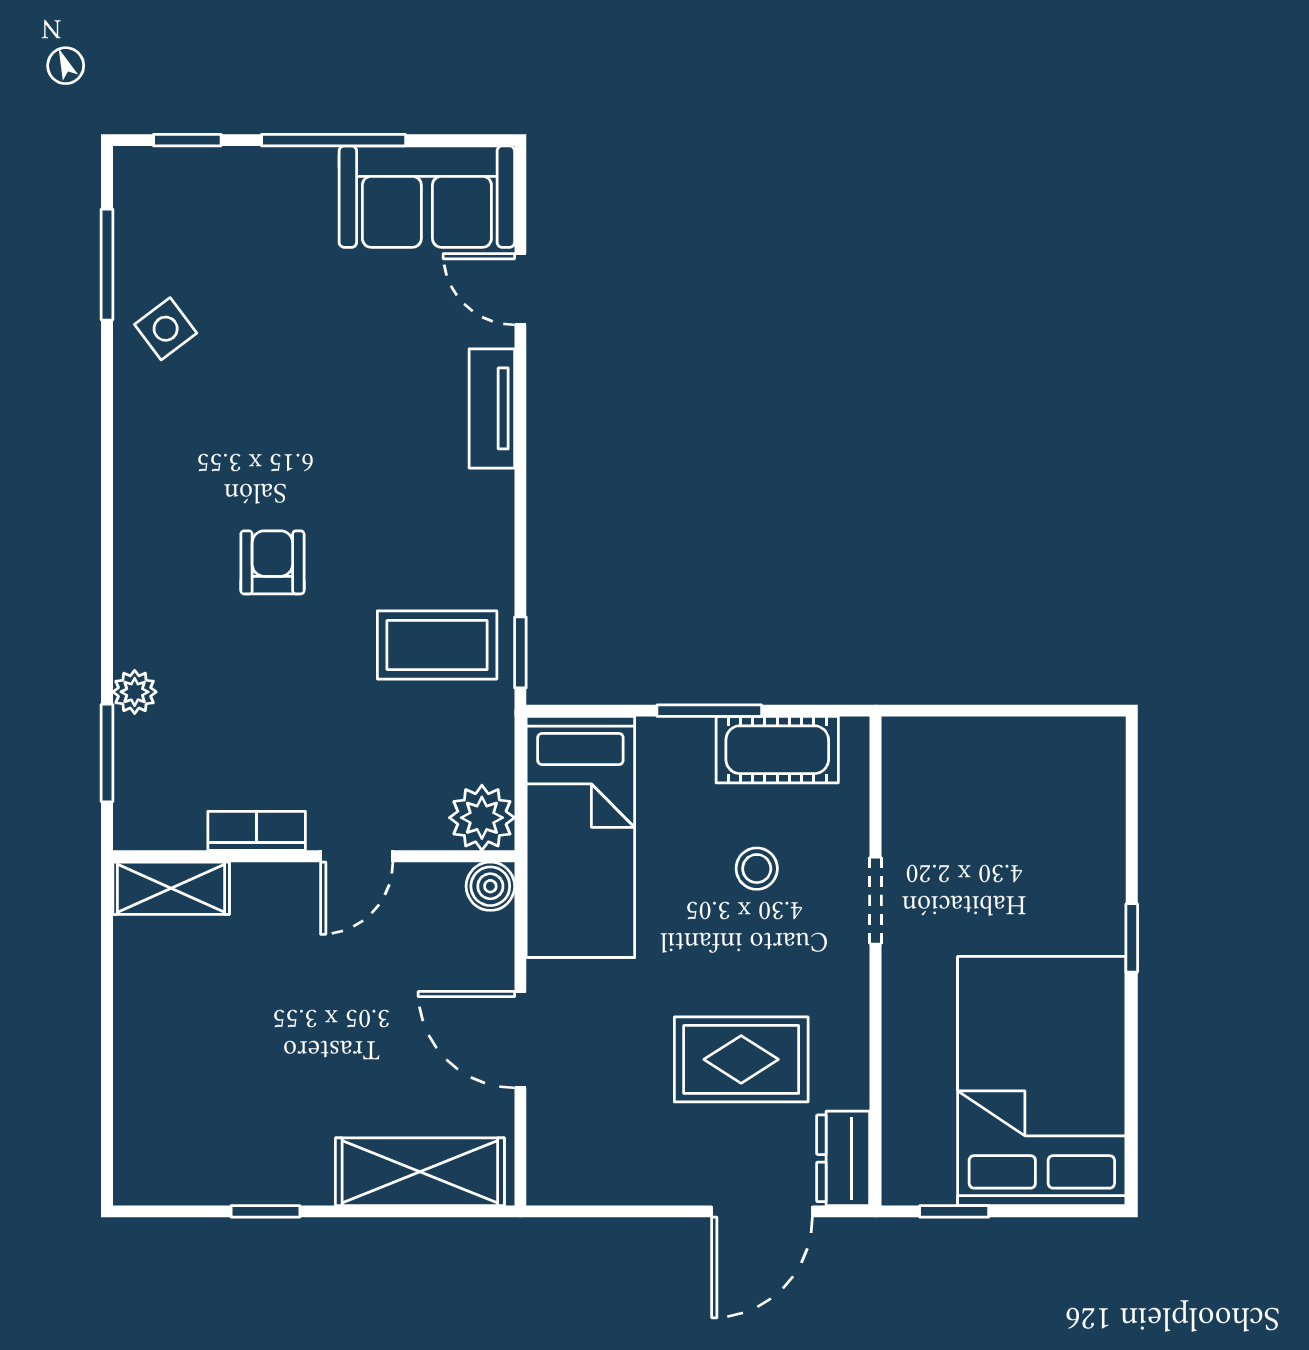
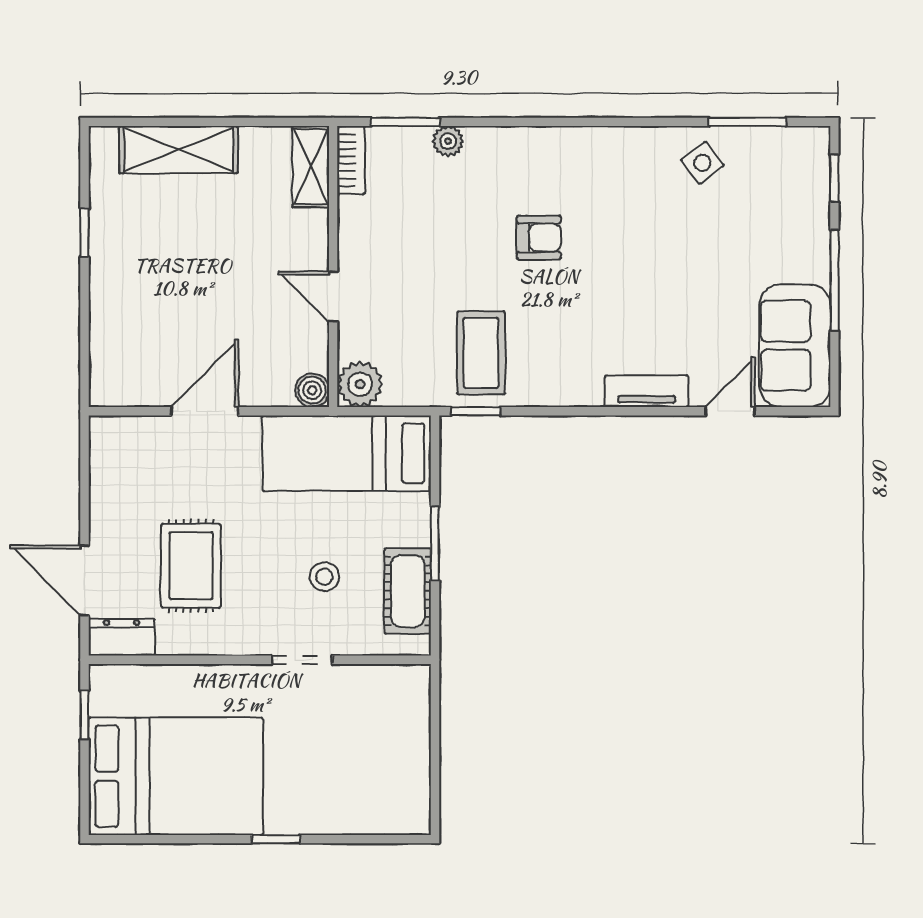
bookcase: (257, 831) -> (351, 160), moved
shelving: (420, 1172) -> (179, 150), moved, turned 90

